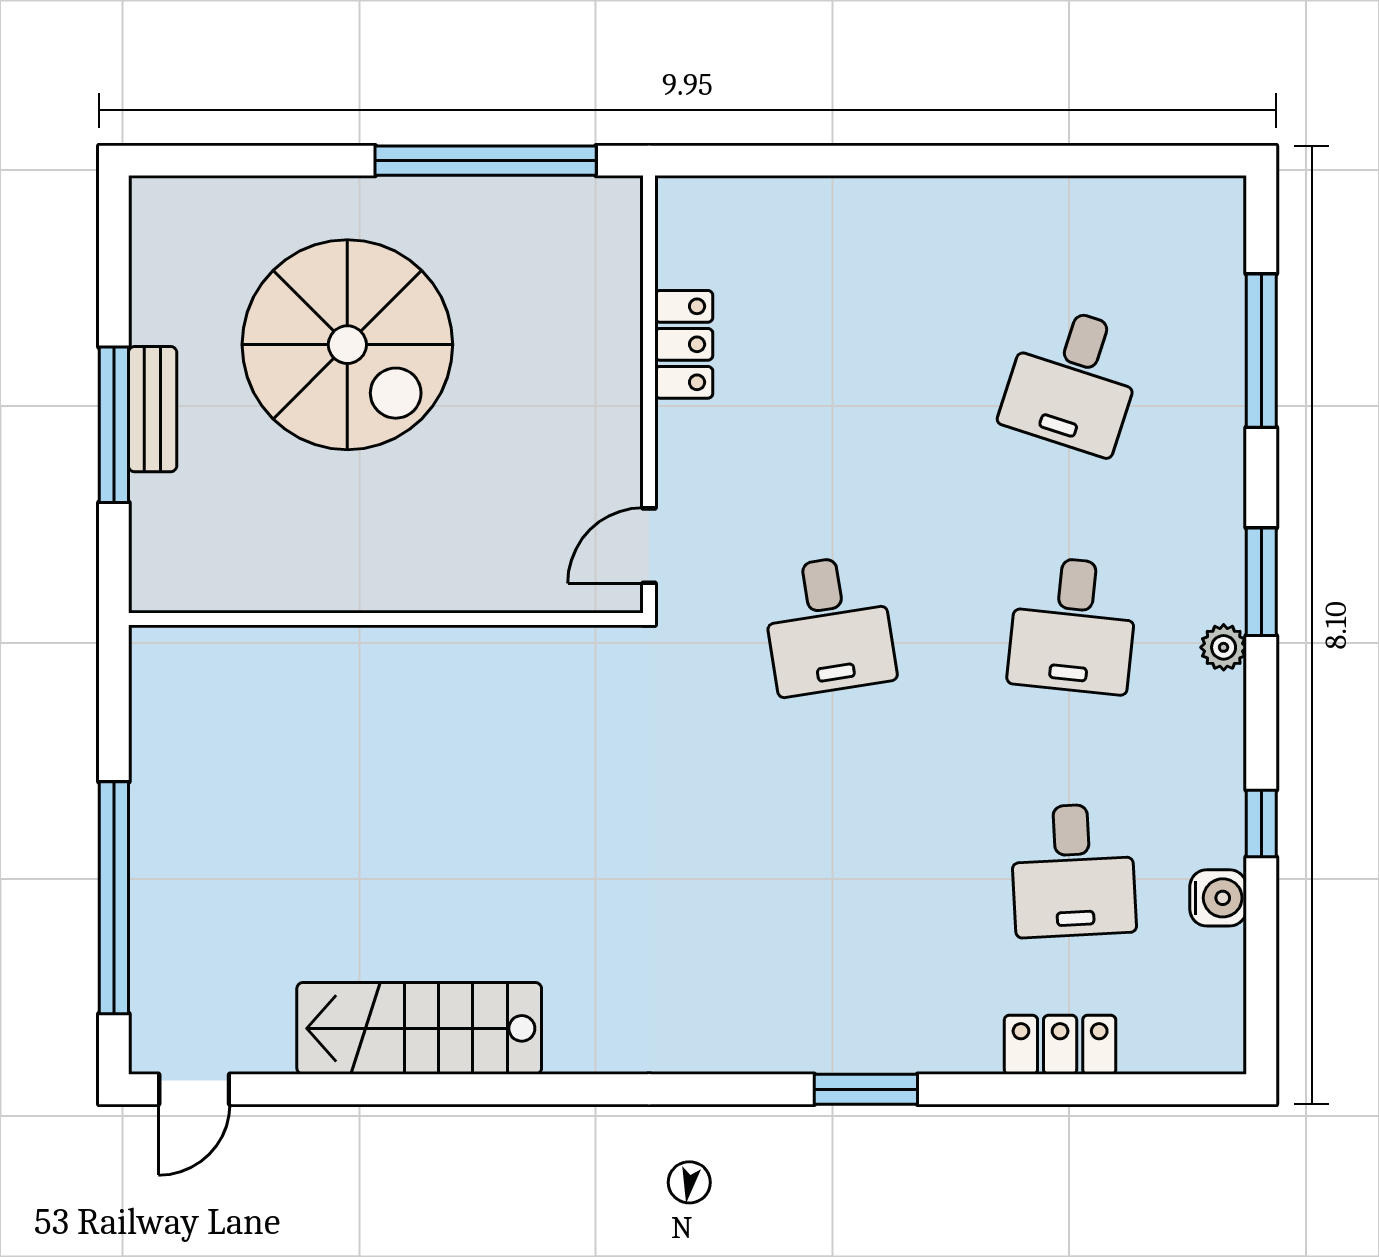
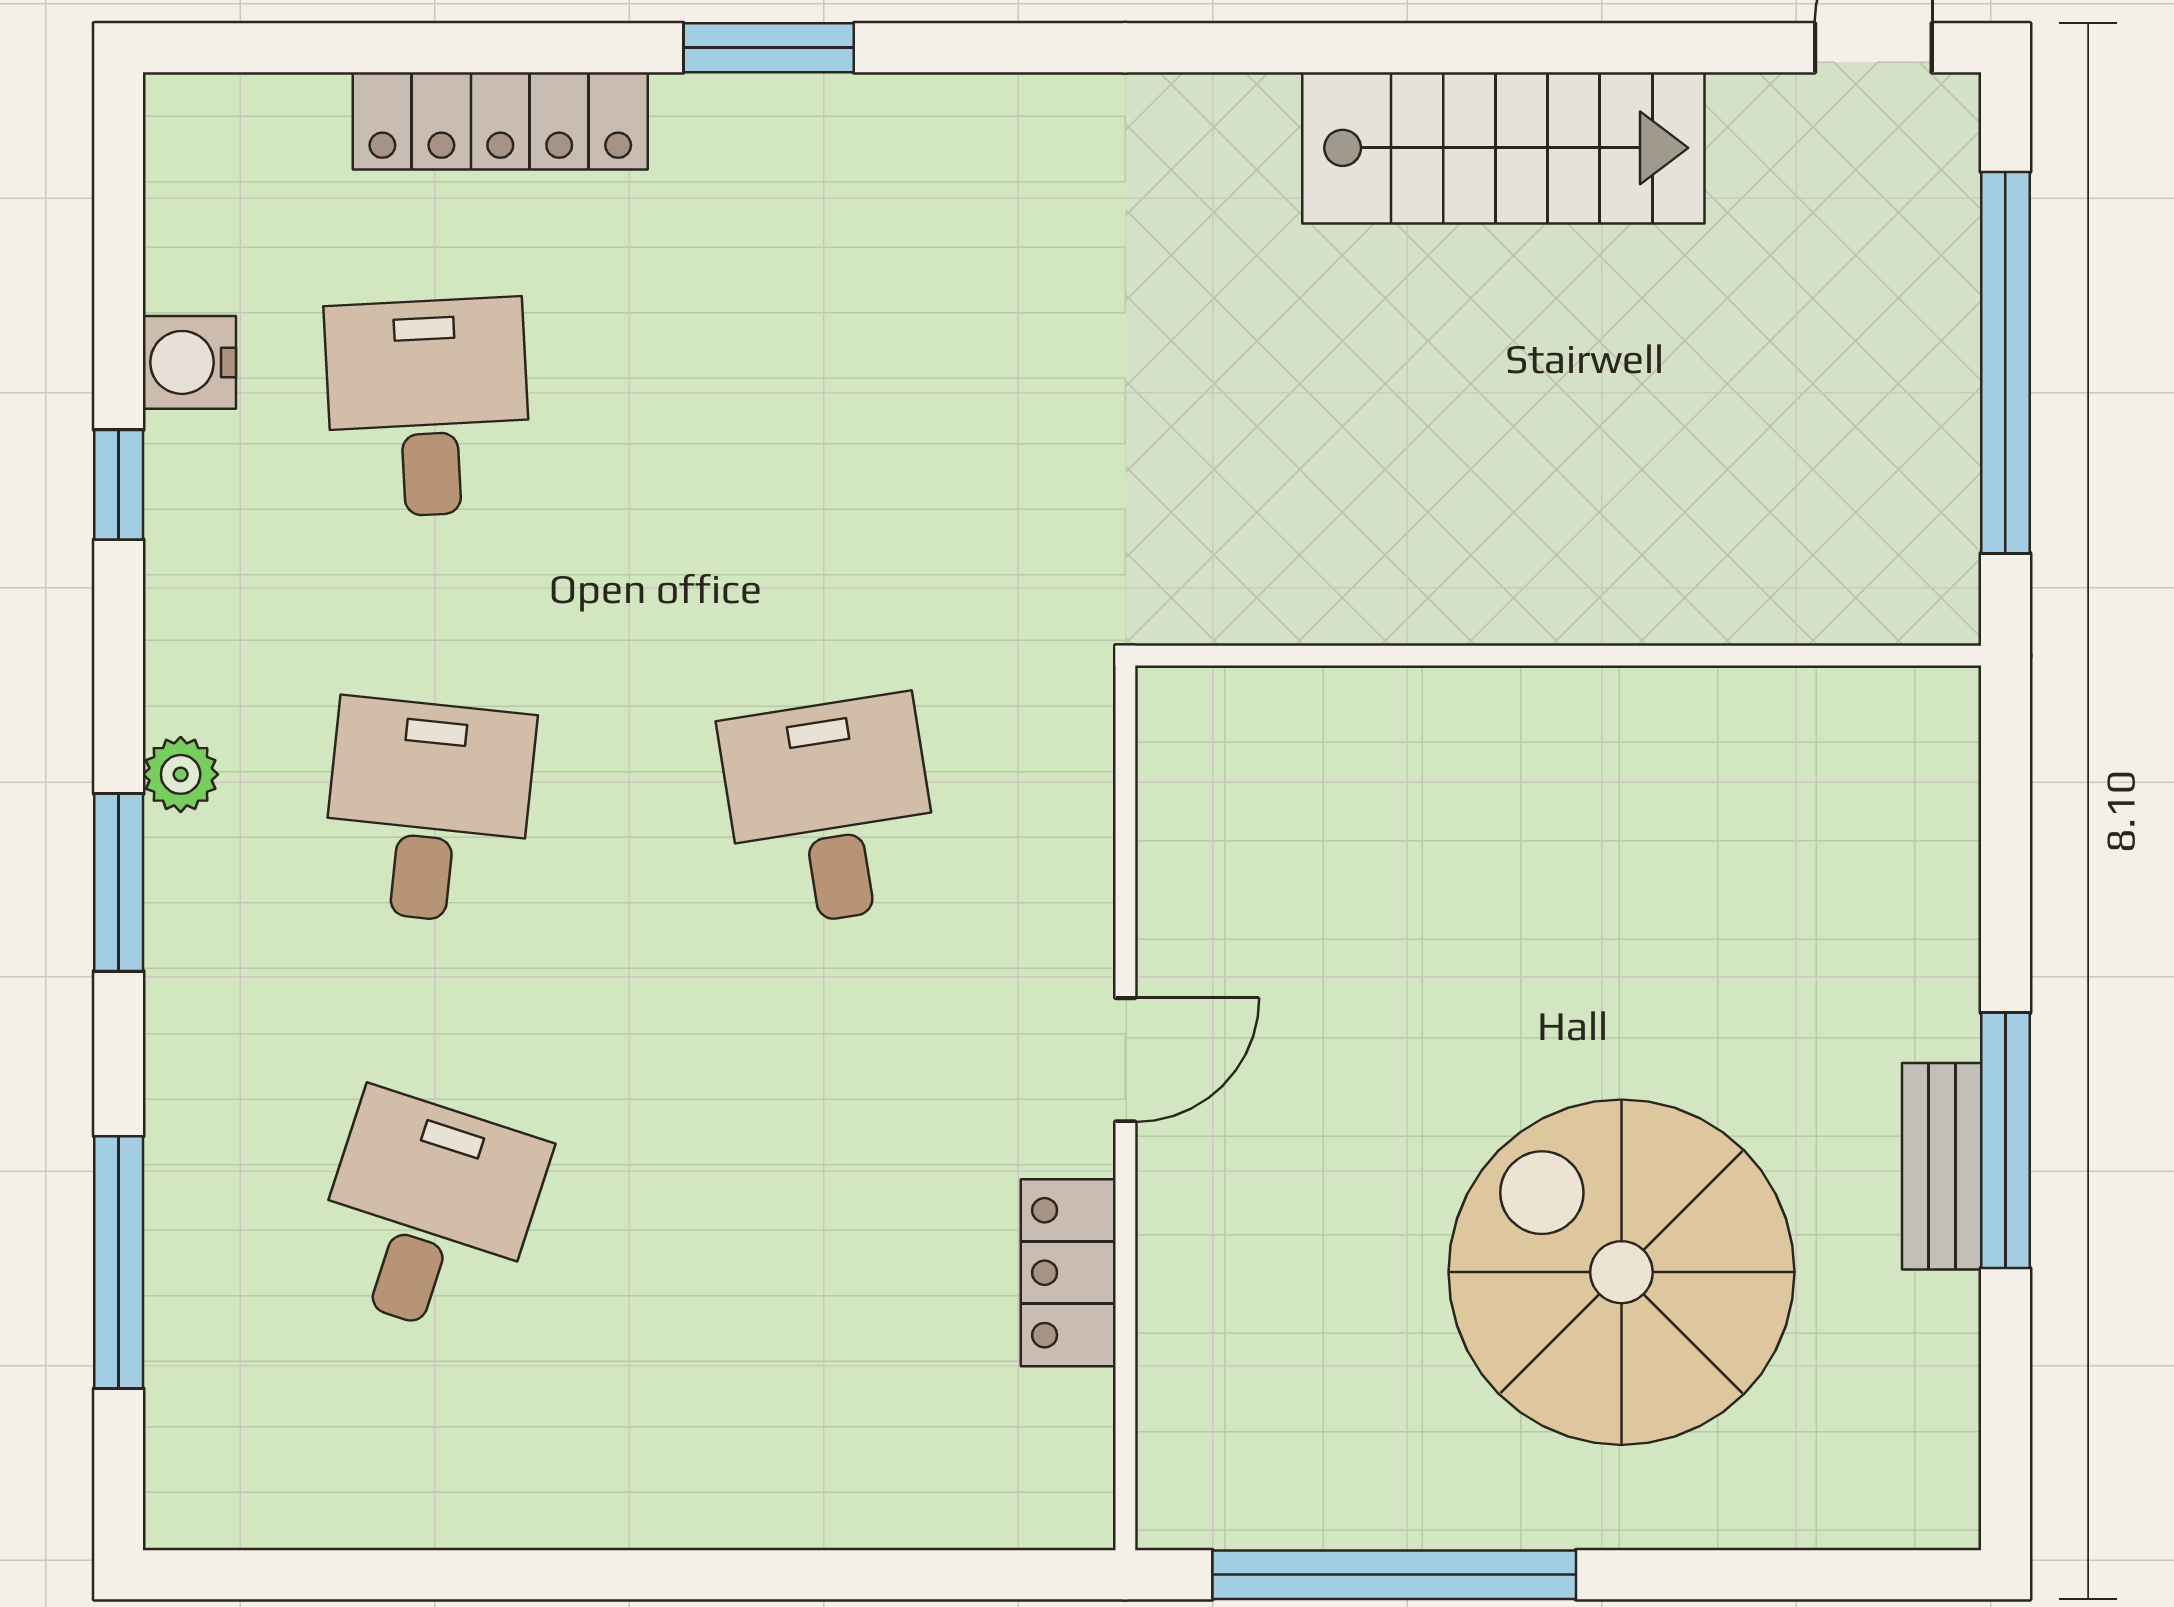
door: (649, 546) -> (1125, 1060), moved
wall: (386, 619) -> (1558, 656), moved
locker: (1060, 1045) -> (500, 121), width x1.53

